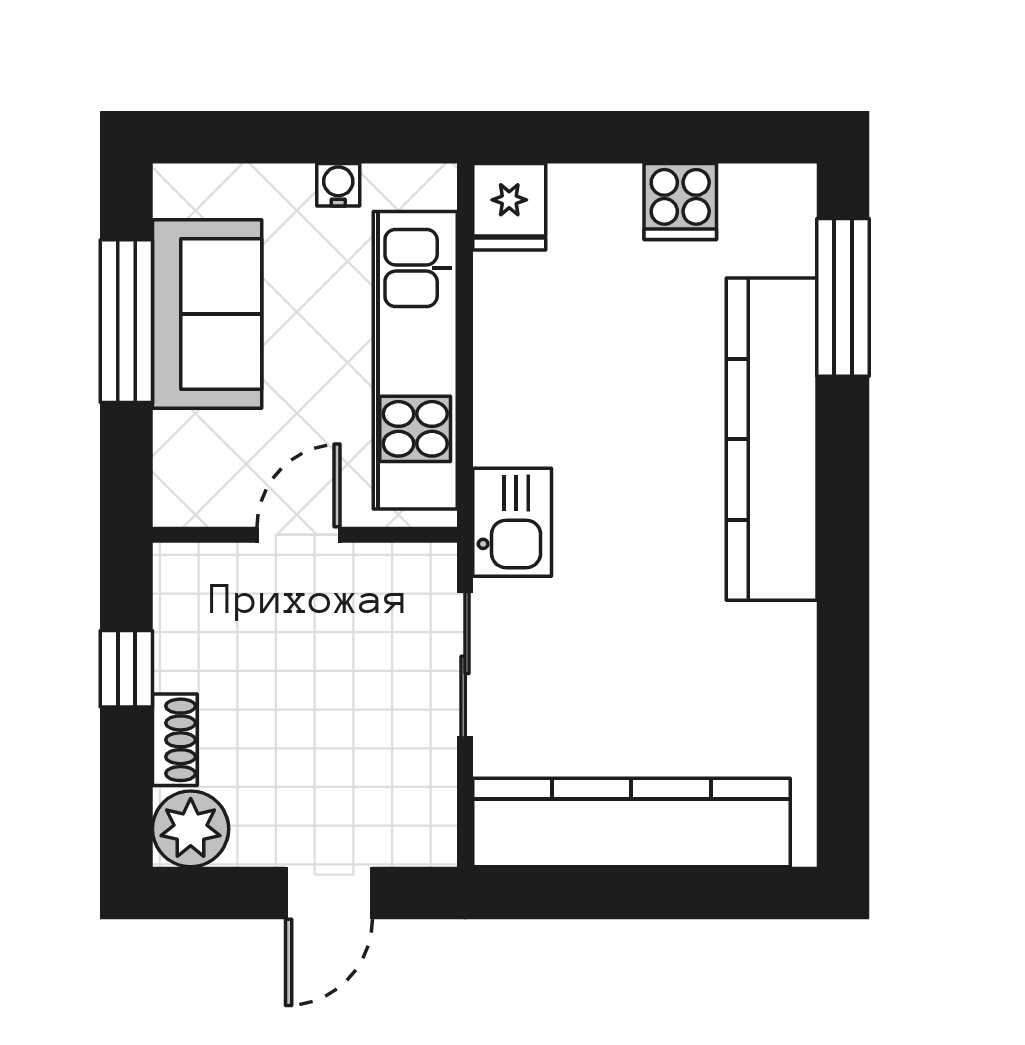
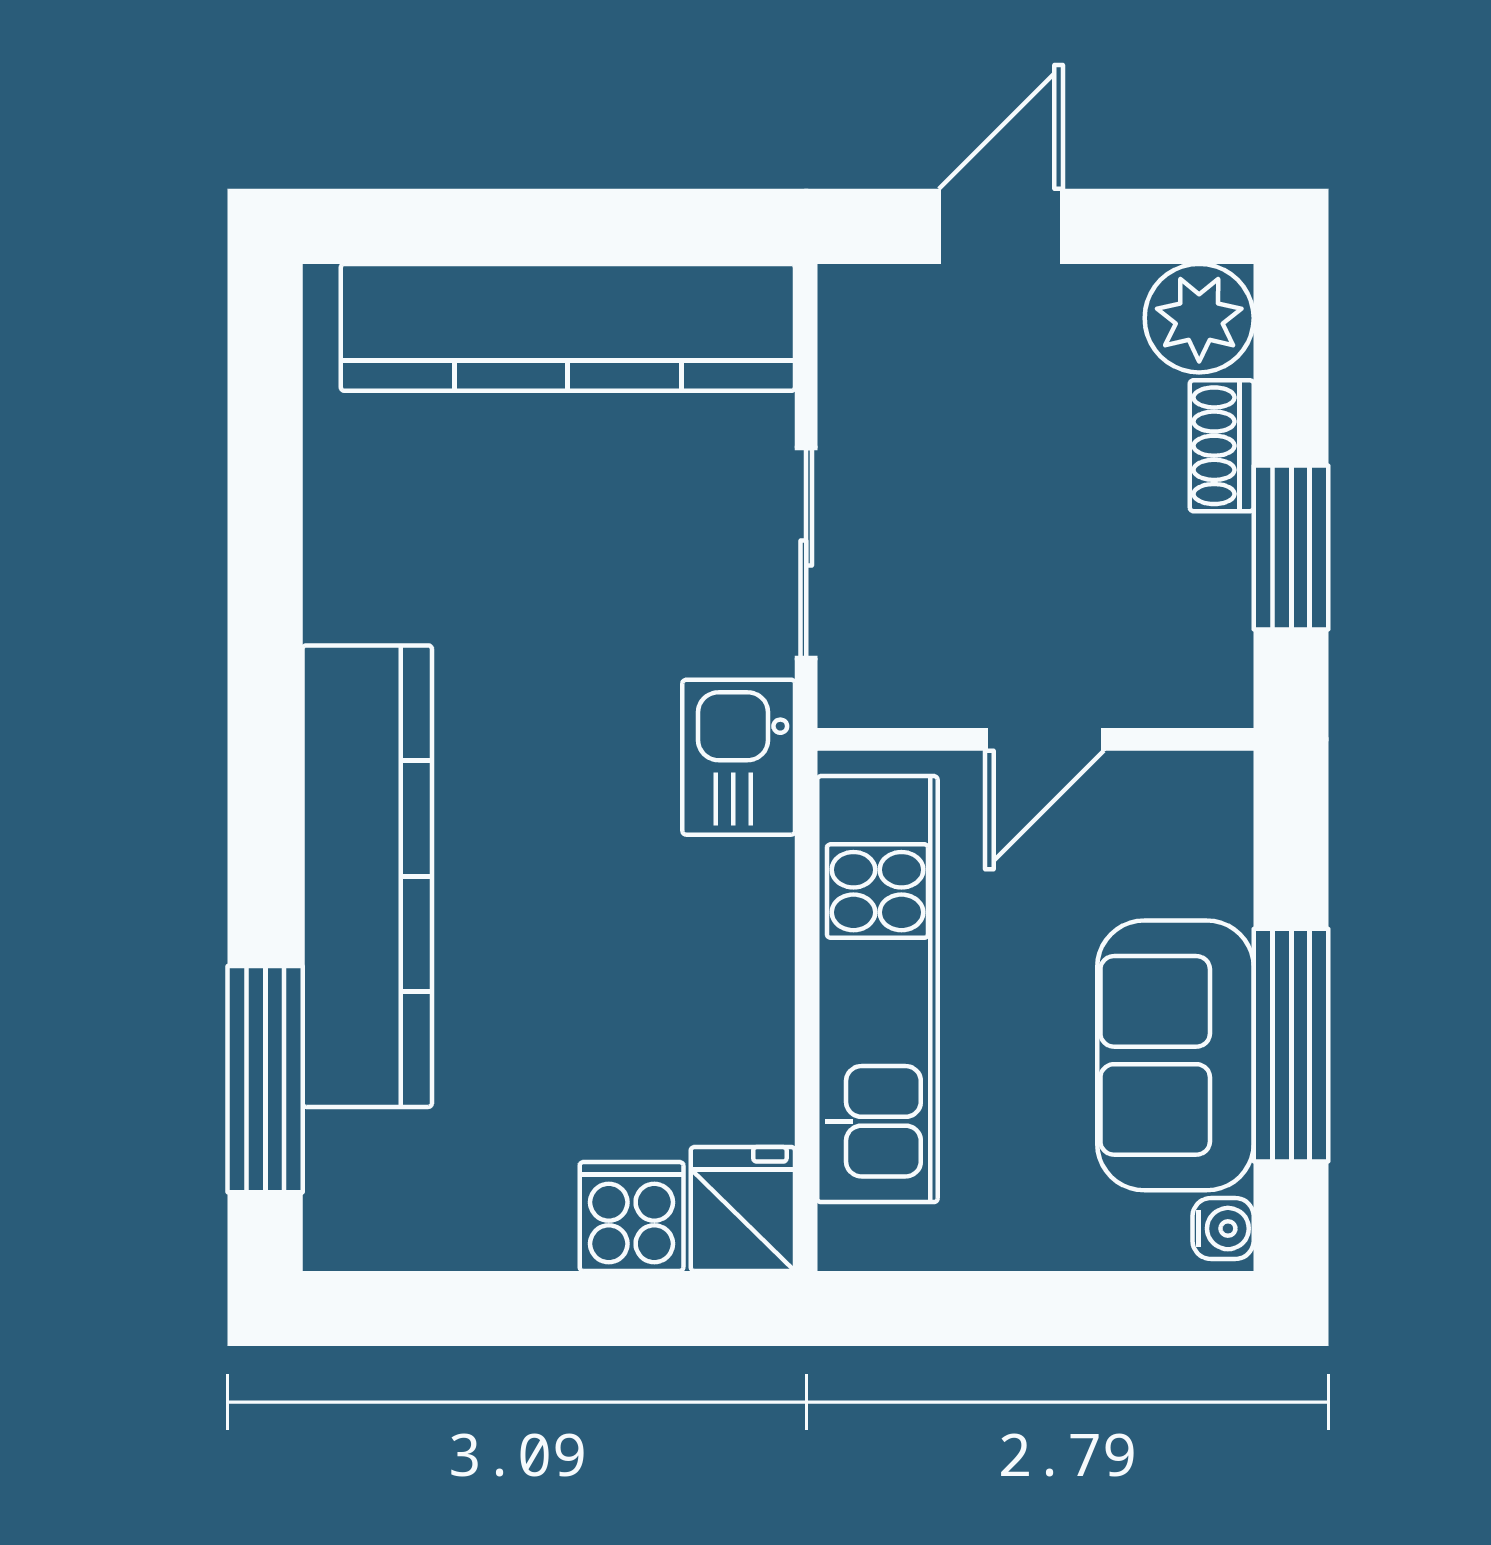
water cooler: (338, 185) -> (1223, 1229), moved, turned -90
cooker: (680, 202) -> (632, 1216), moved
window: (126, 669) -> (1291, 548), width x1.50

